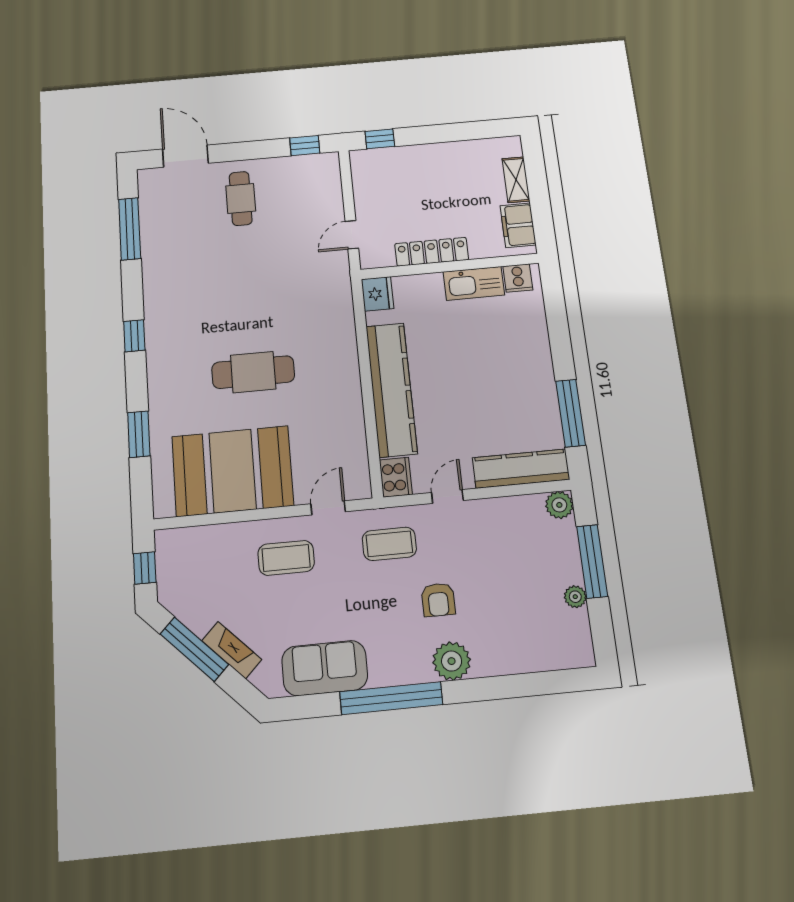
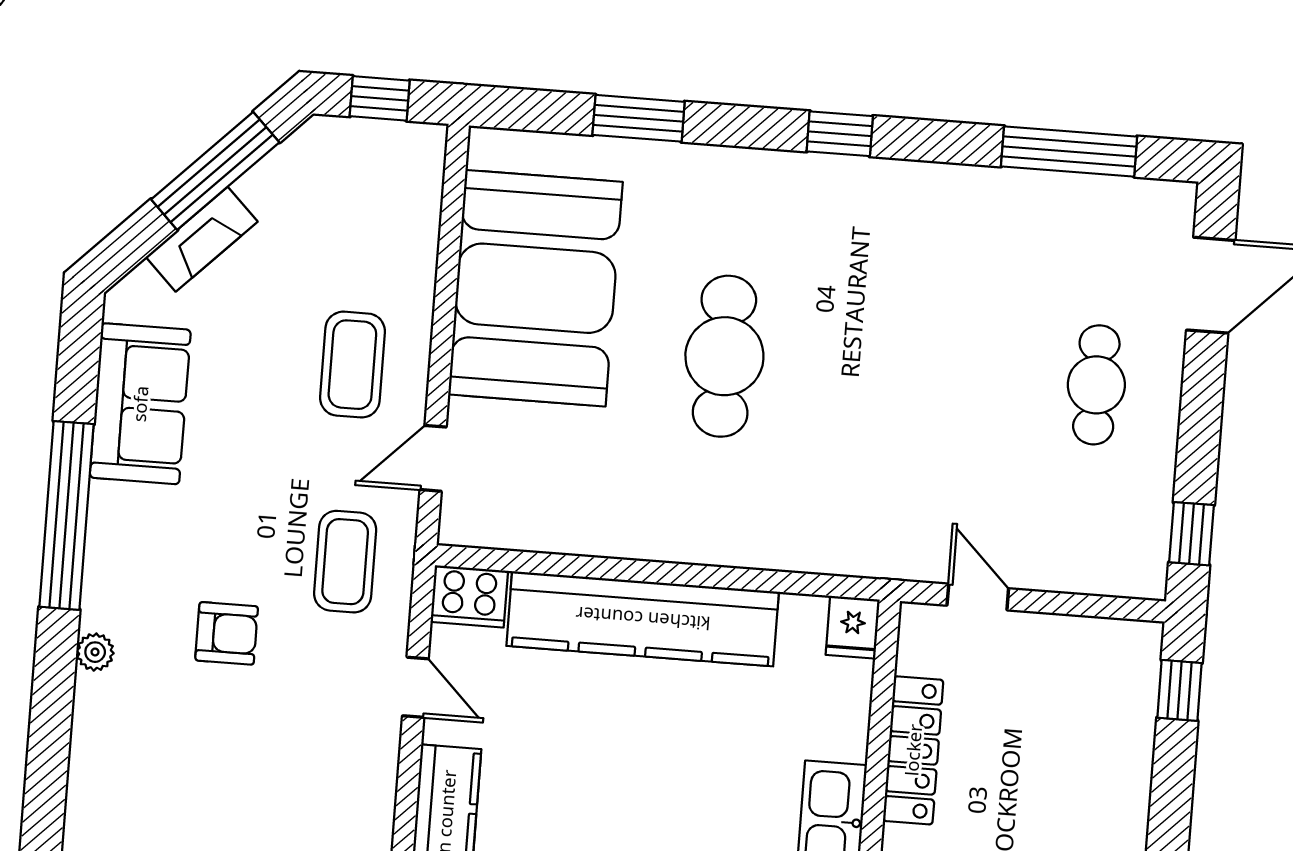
cafe table: (241, 198) -> (1096, 385), turned 90
fridge: (378, 294) -> (853, 627), width x0.72
door: (328, 508) -> (433, 458), swing flipped
armchair: (438, 600) -> (227, 633), turned 180
plant: (452, 661) -> (95, 652), width x0.53, depth x0.53

